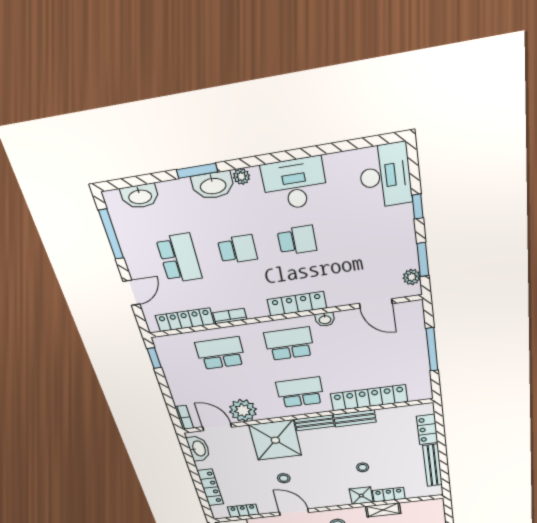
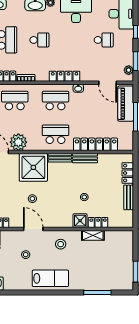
school desk: (297, 240) -> (104, 40), moved
piano: (412, 332) -> (126, 104), added
bench: (433, 465) -> (129, 197), width x0.73

